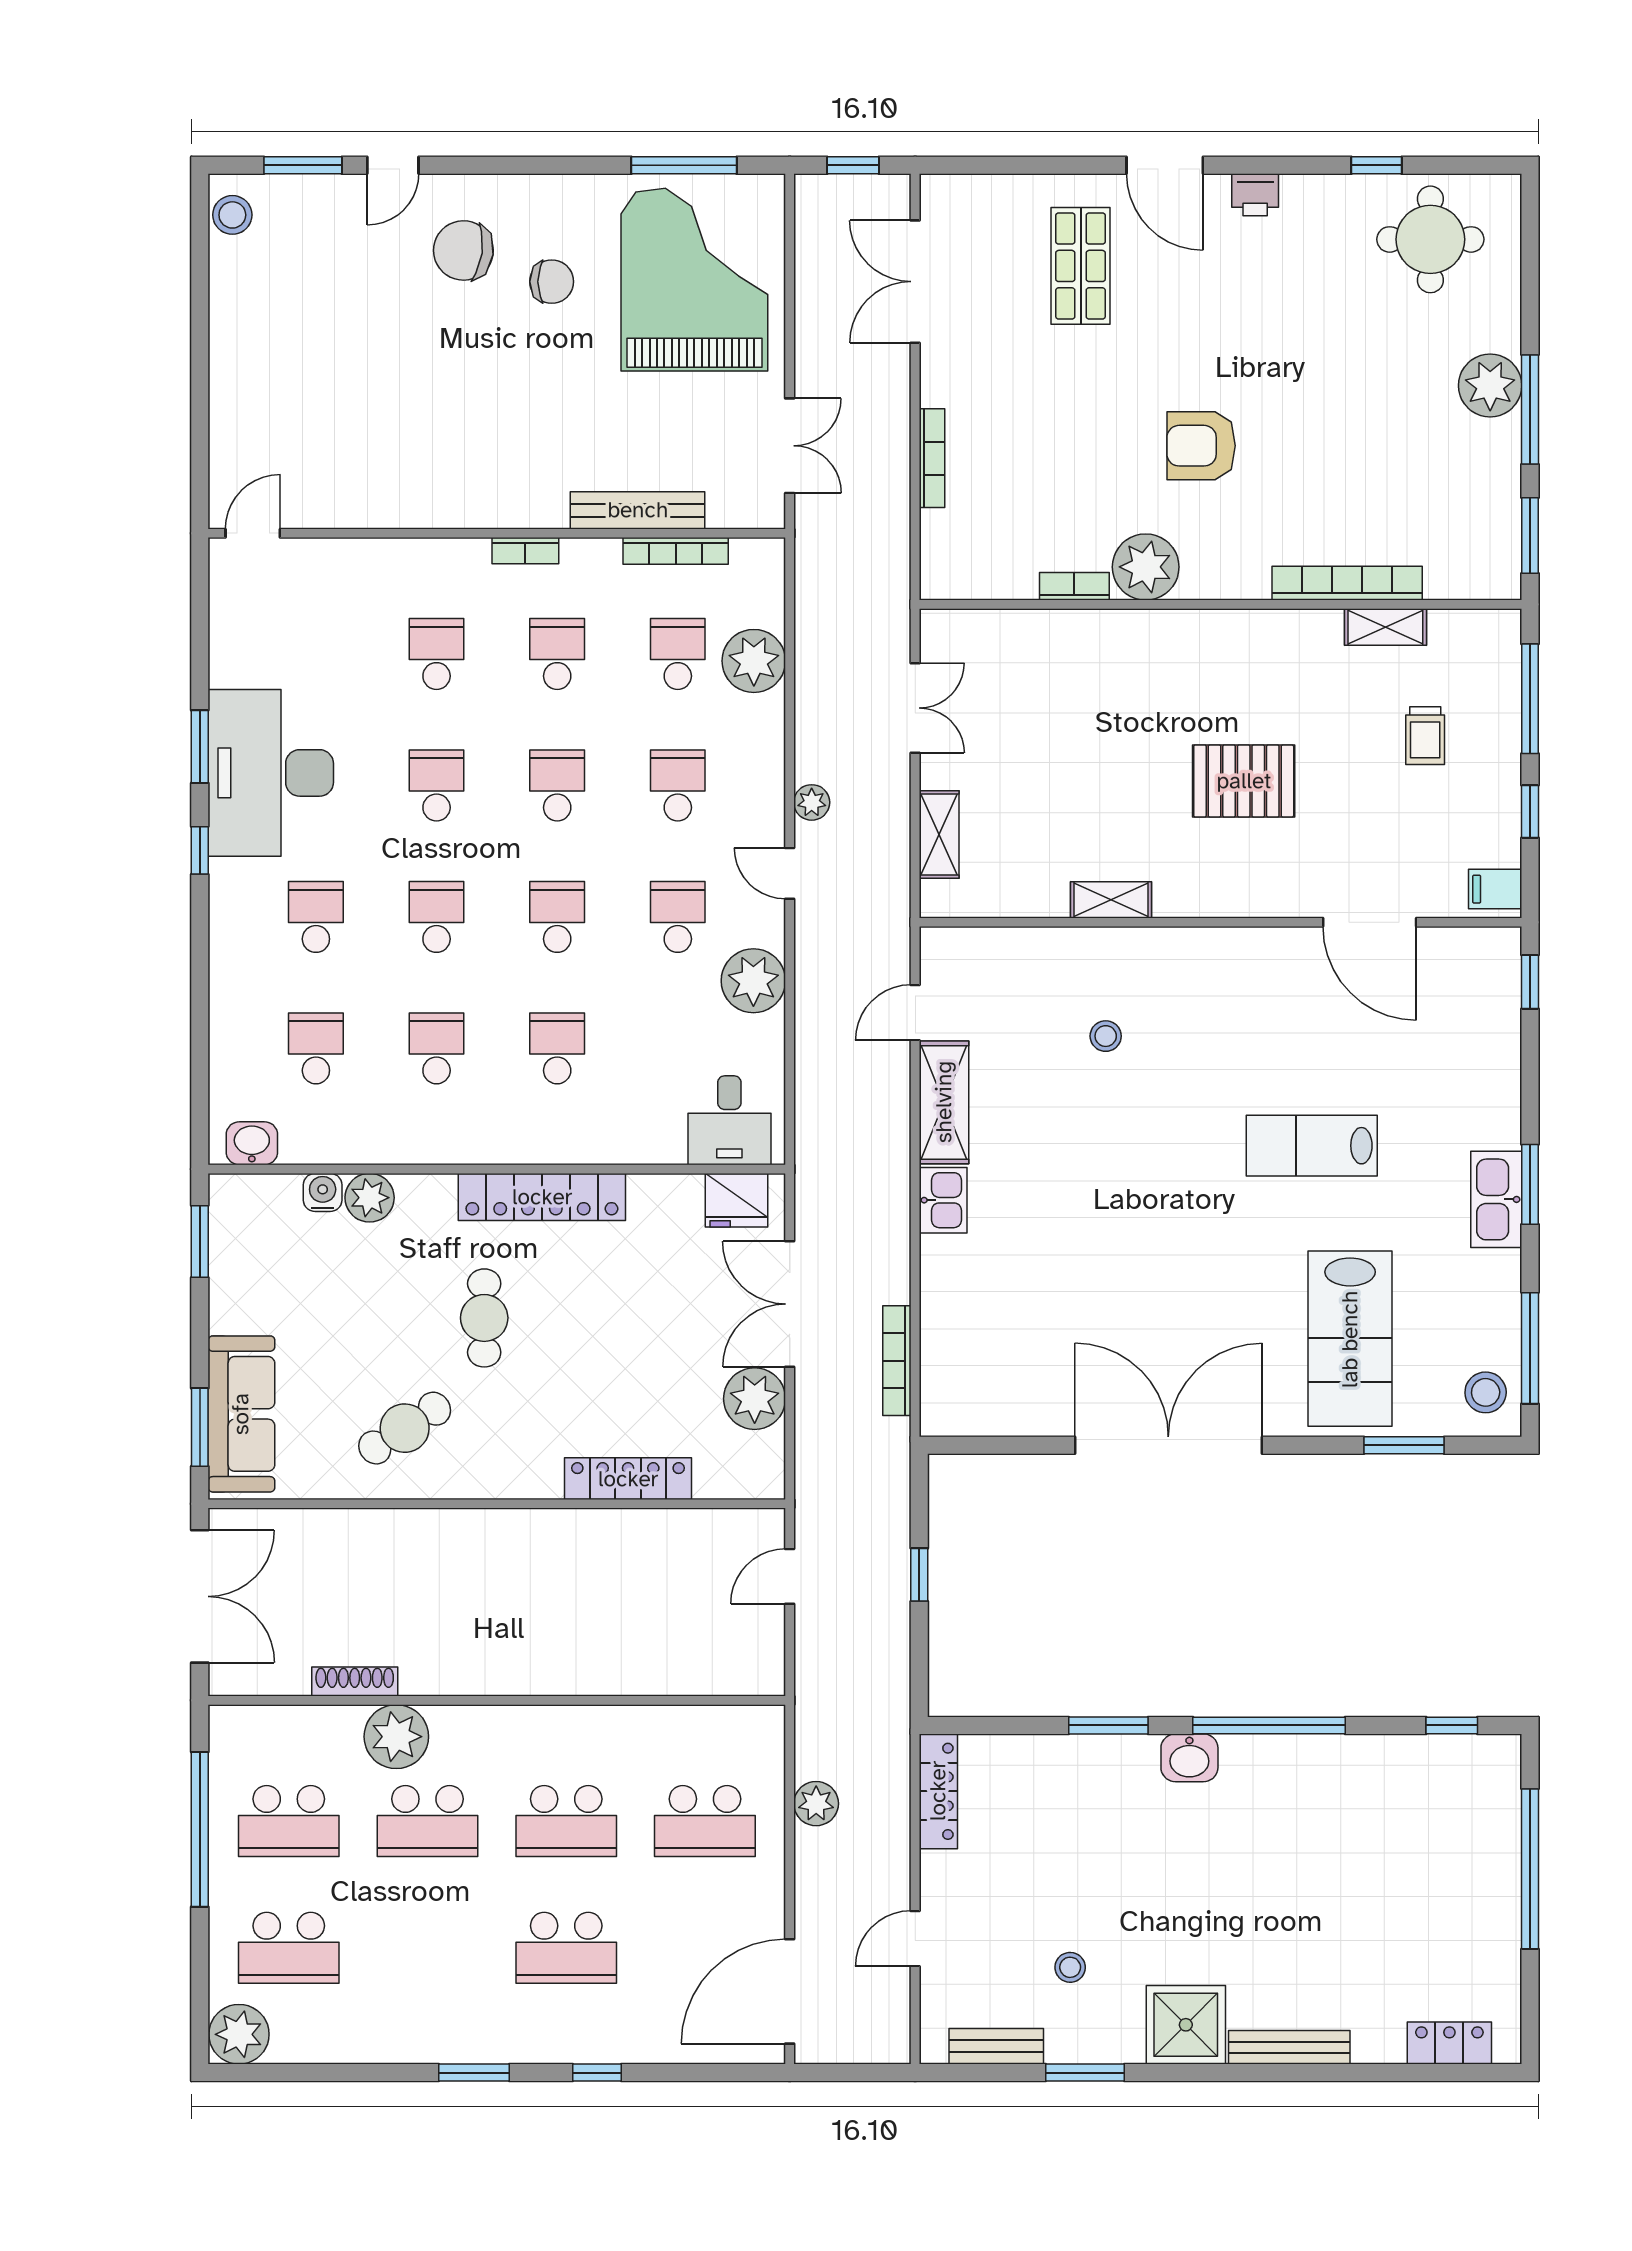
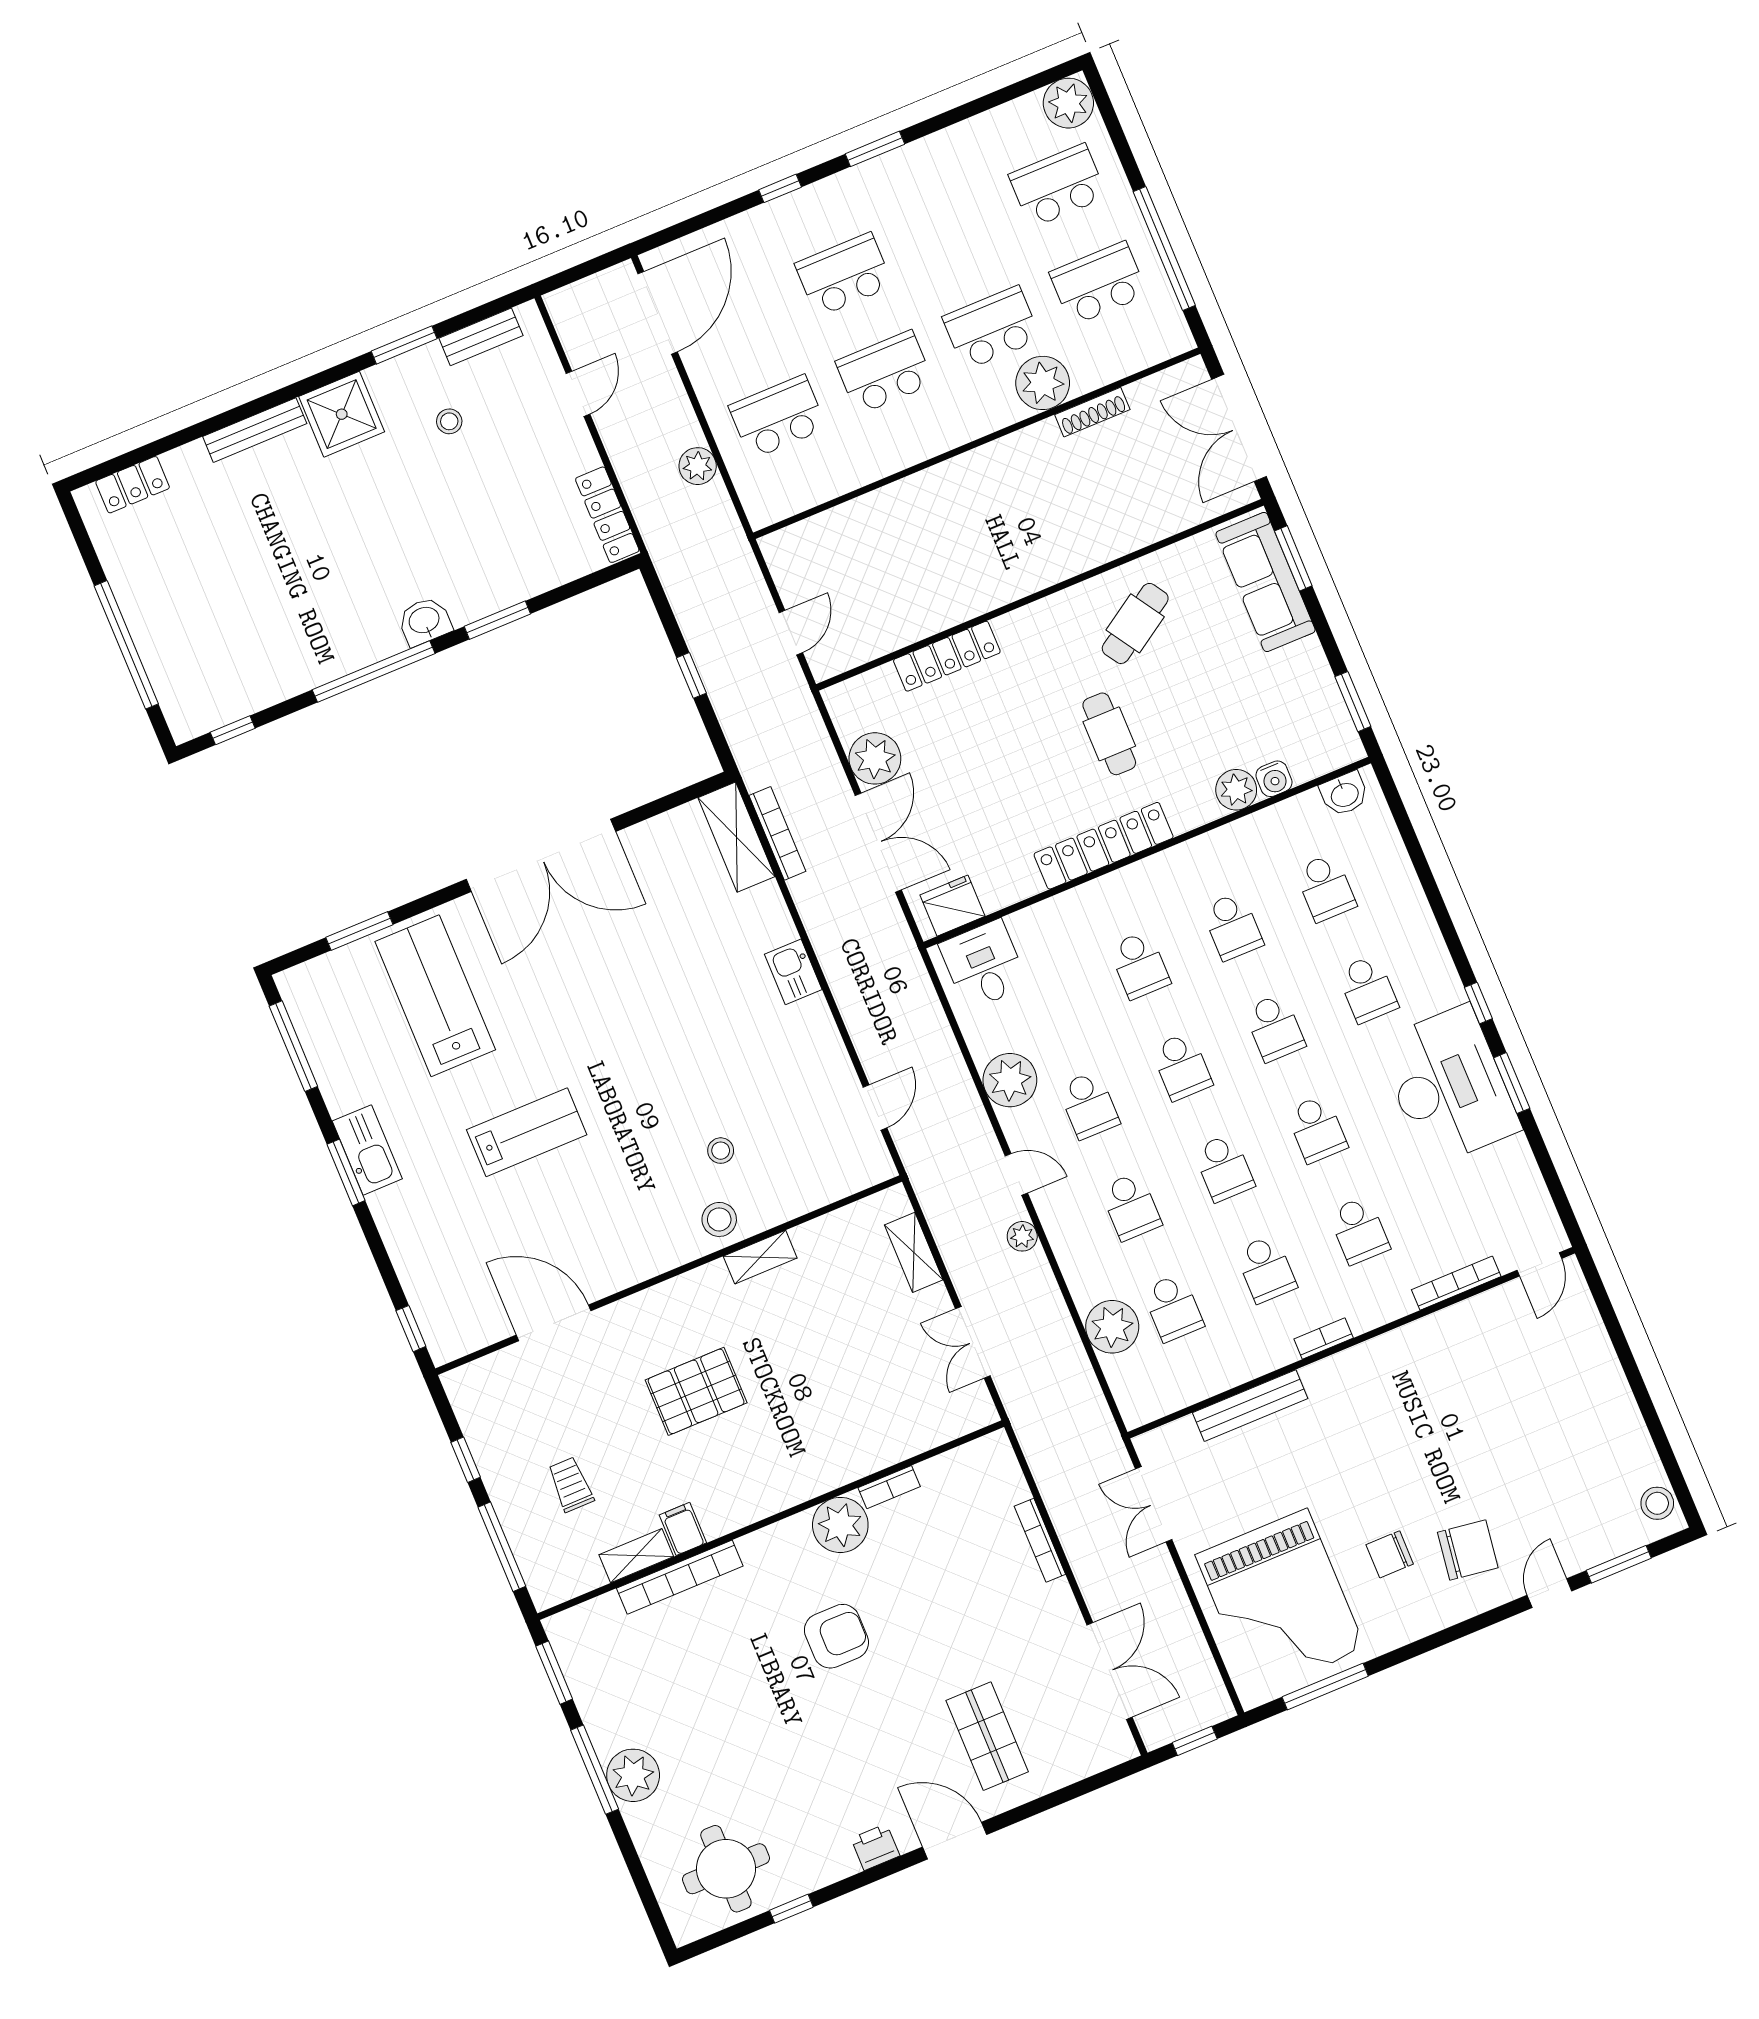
bookcase: (676, 551) -> (1456, 1283), moved
filing cabinet: (1495, 889) -> (683, 1529), moved, turned -90
shelving: (944, 1102) -> (736, 837), moved
stool: (1486, 1392) -> (719, 1219), moved

